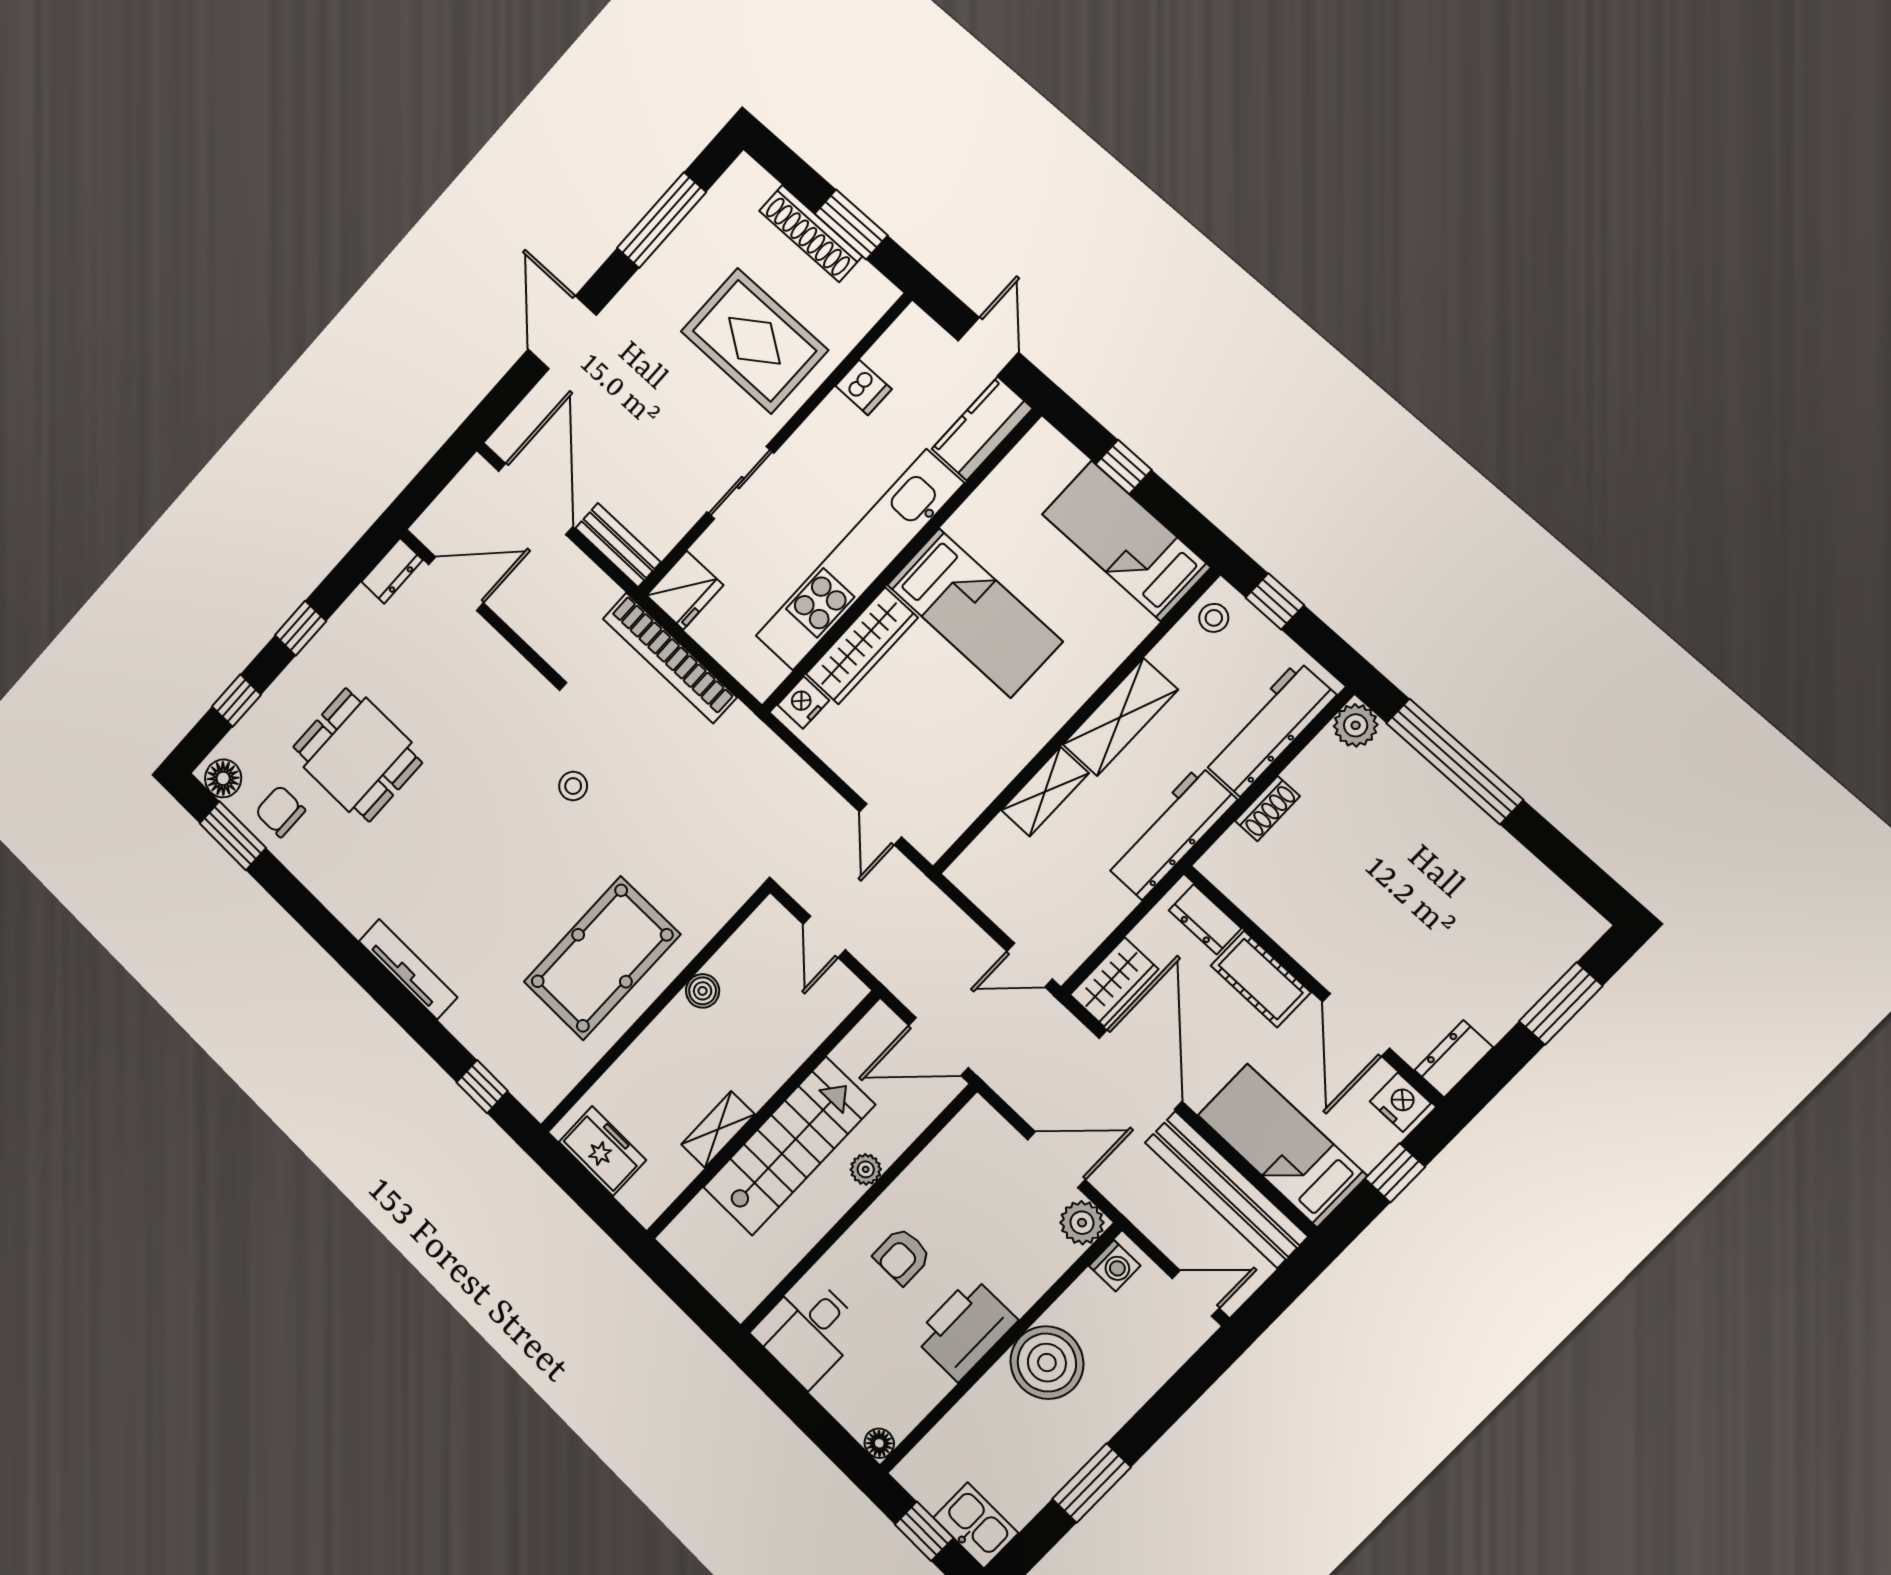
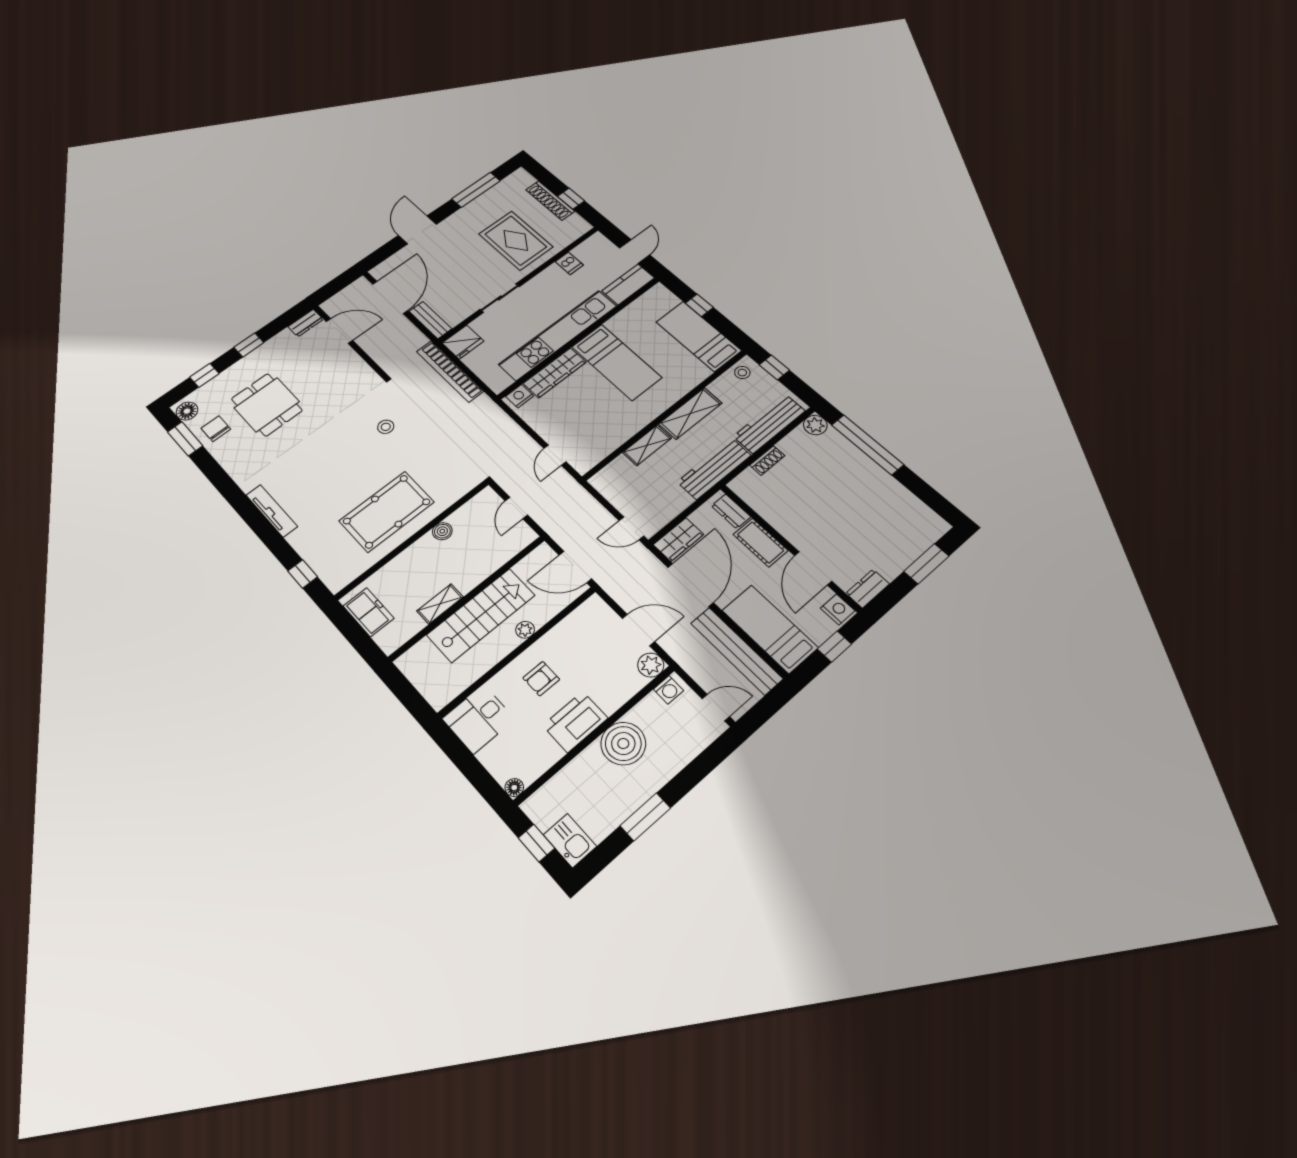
window: (851, 224) -> (571, 199), width x0.67

